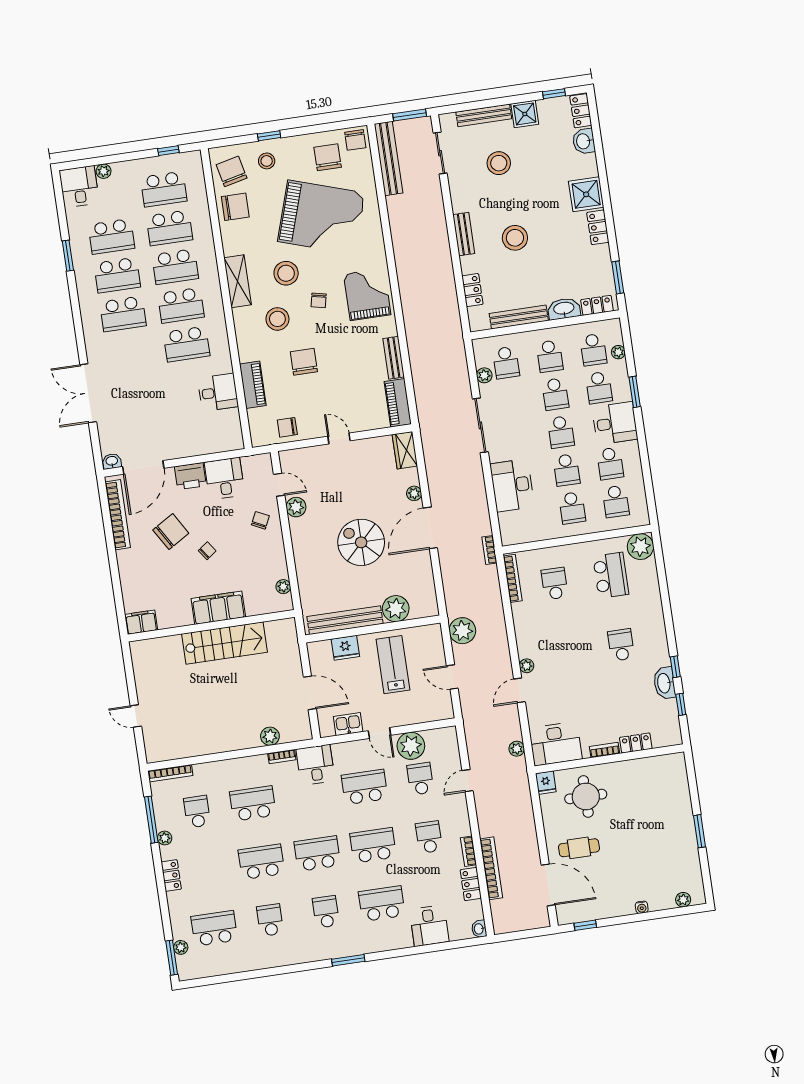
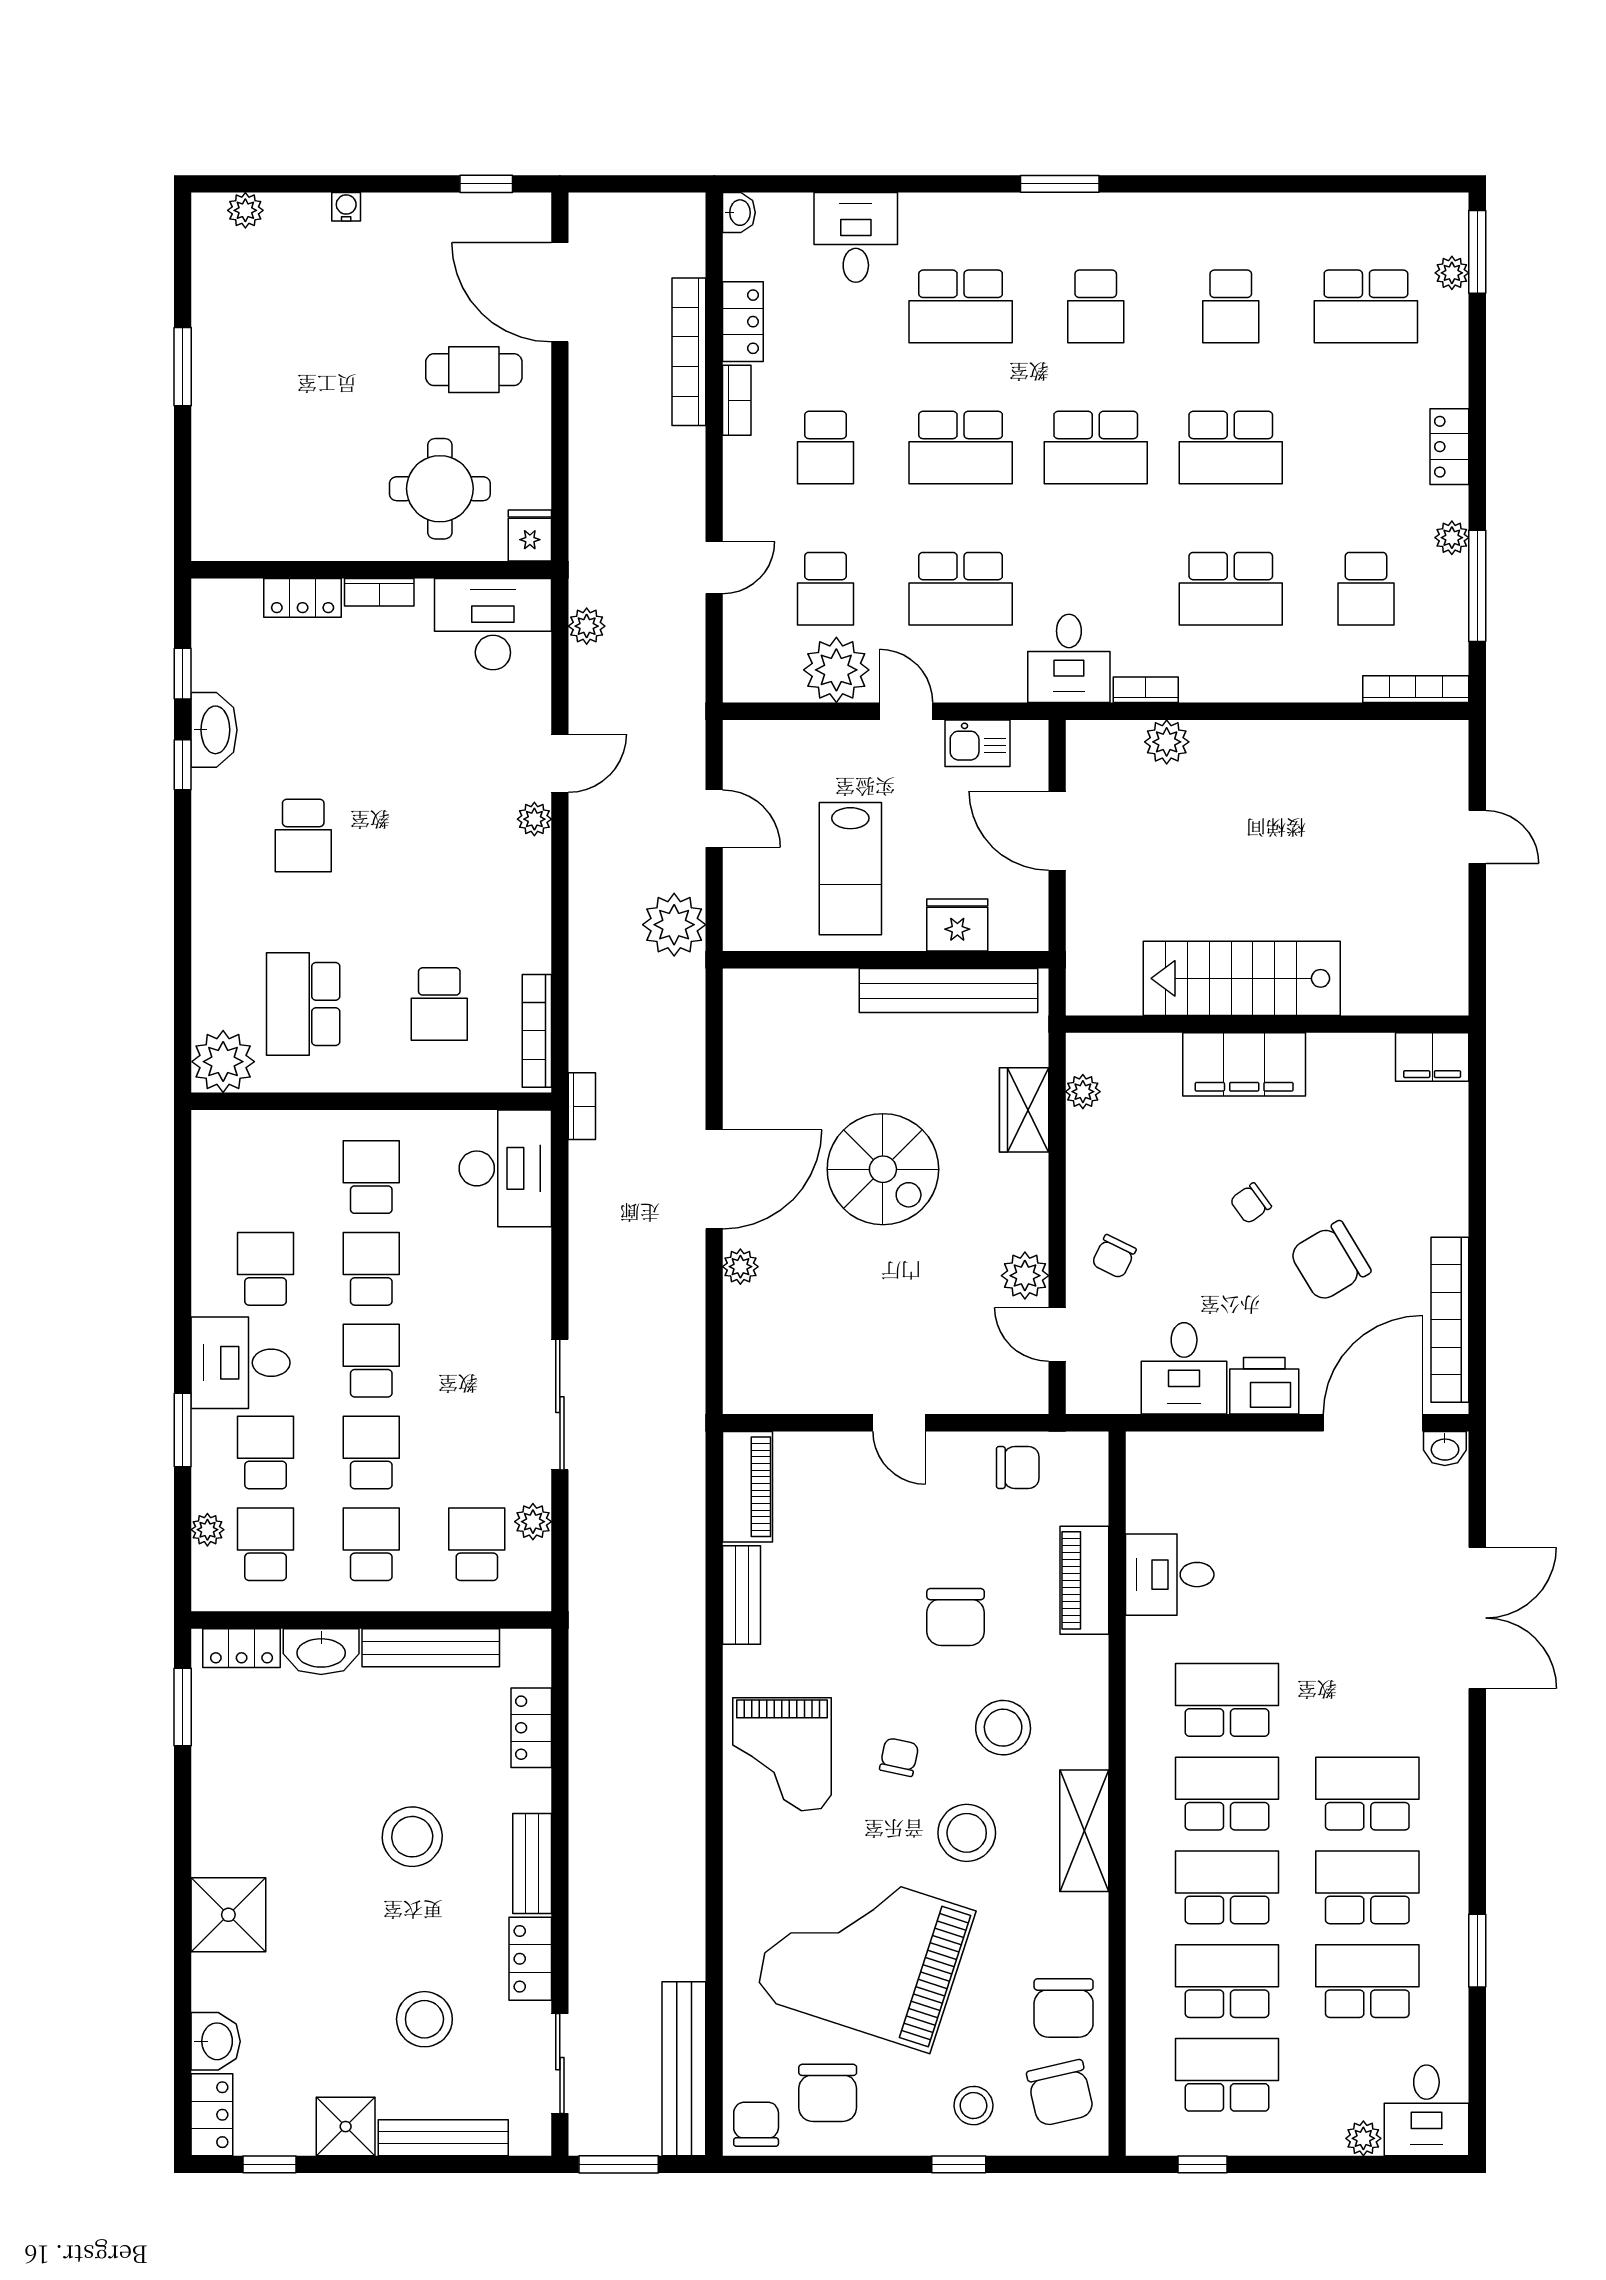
chair: (235, 207) -> (1064, 2008), turned -90
locker: (598, 227) -> (530, 1959), moved, turned 180
wardrobe: (405, 450) -> (1024, 1110), moved, turned 180
desk: (512, 485) -> (505, 1168), moved
school desk: (616, 501) -> (266, 1177), removed
plant: (396, 609) -> (824, 1000), removed

